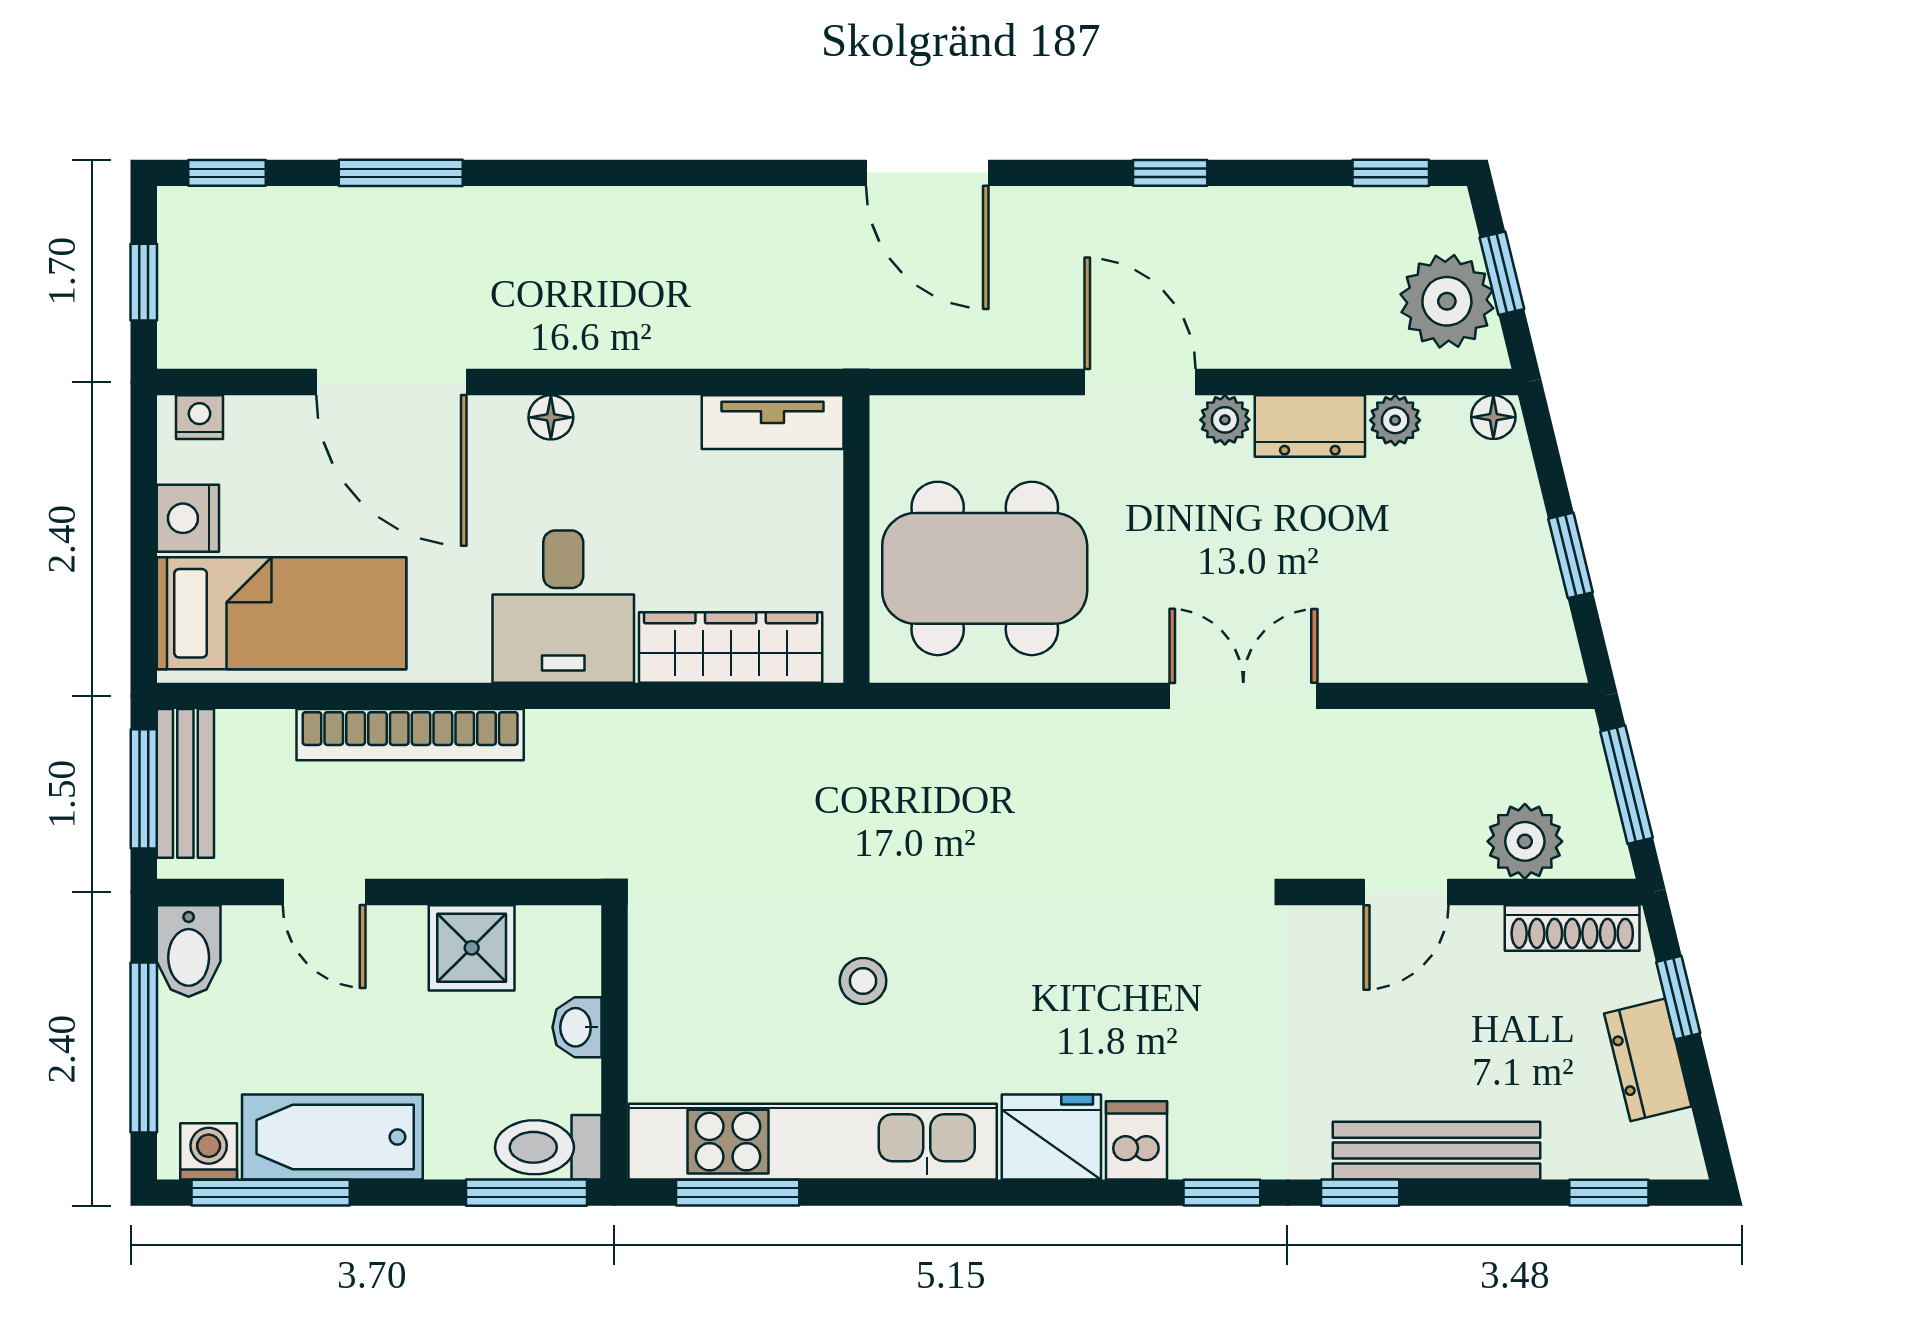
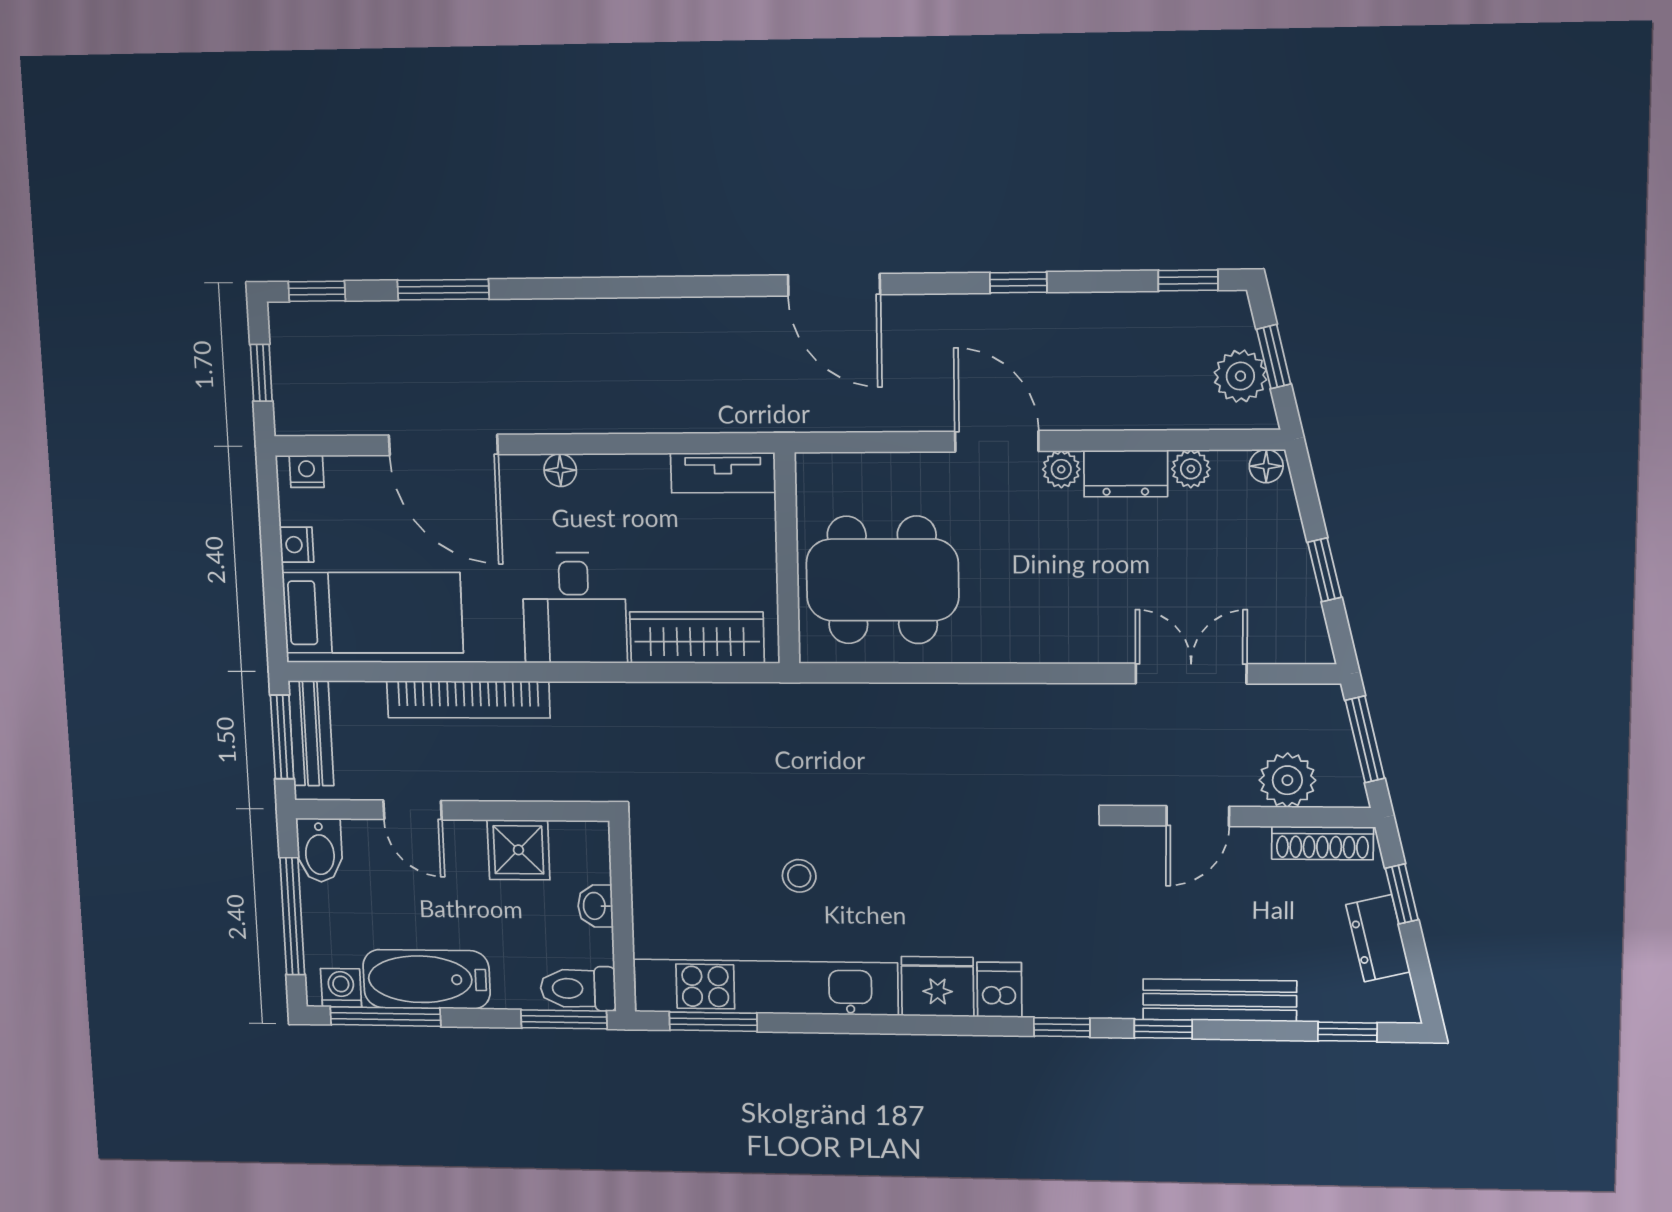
plant: (1447, 301) -> (1240, 376), width x0.73, depth x0.73
nightstand: (188, 518) -> (297, 545), width x0.72, depth x0.74
double door: (1243, 696) -> (1191, 674), moved

